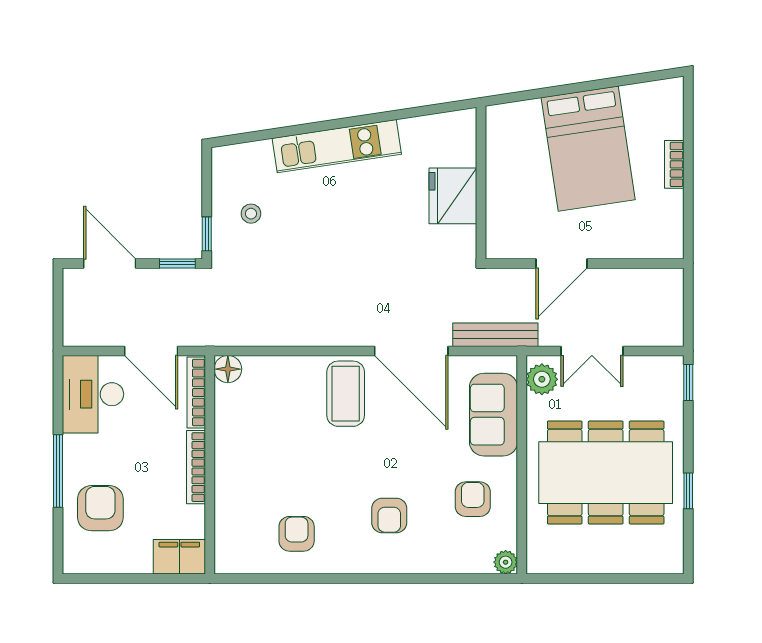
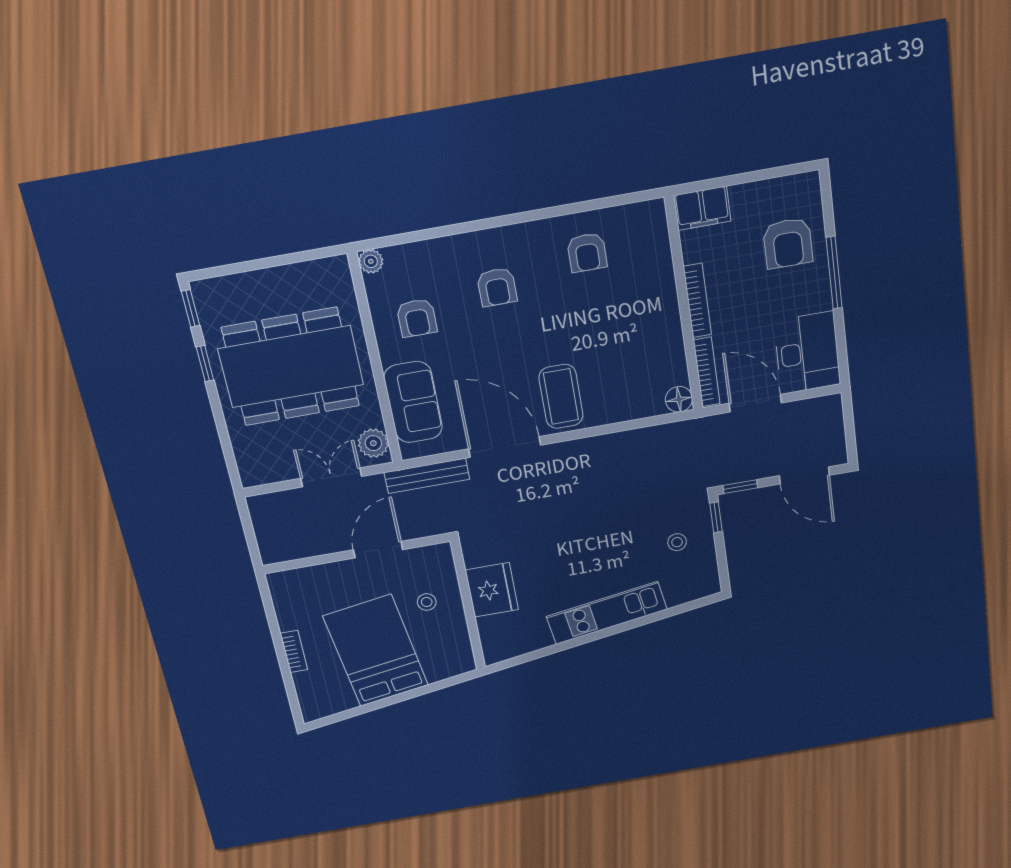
stool: (523, 195) -> (427, 602), added
window: (688, 383) -> (191, 308), moved
armchair: (389, 516) -> (497, 287), turned 180

